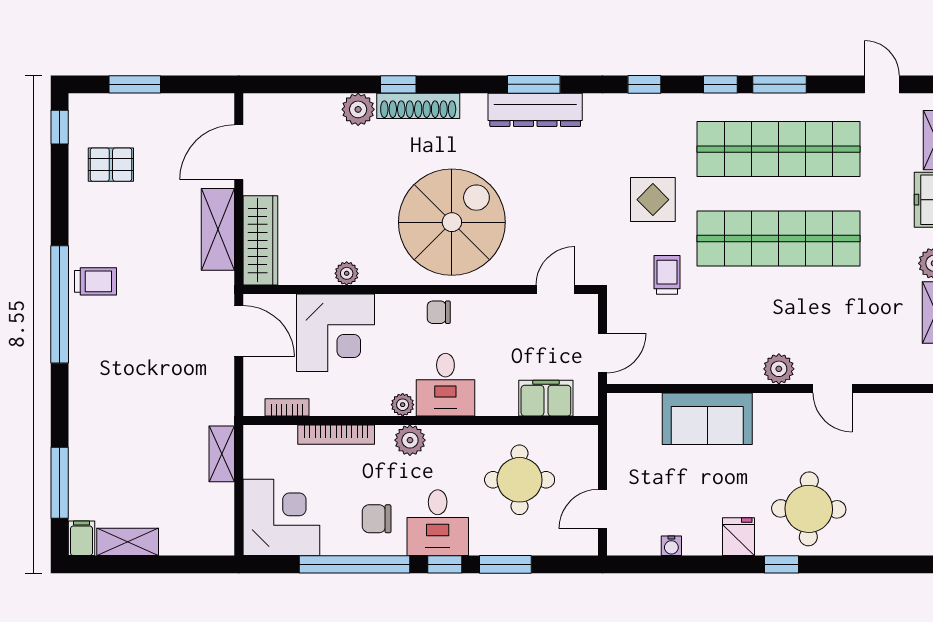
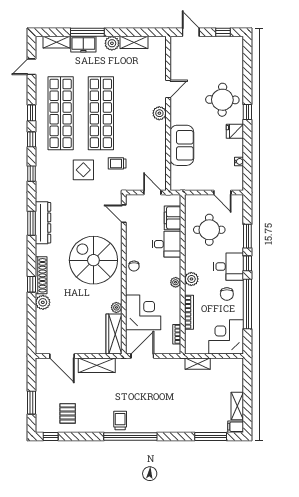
window: (780, 84) -> (31, 113), width x0.67
wardrobe: (260, 240) -> (114, 334), moved, turned -90
desk: (445, 385) -> (167, 244), moved

